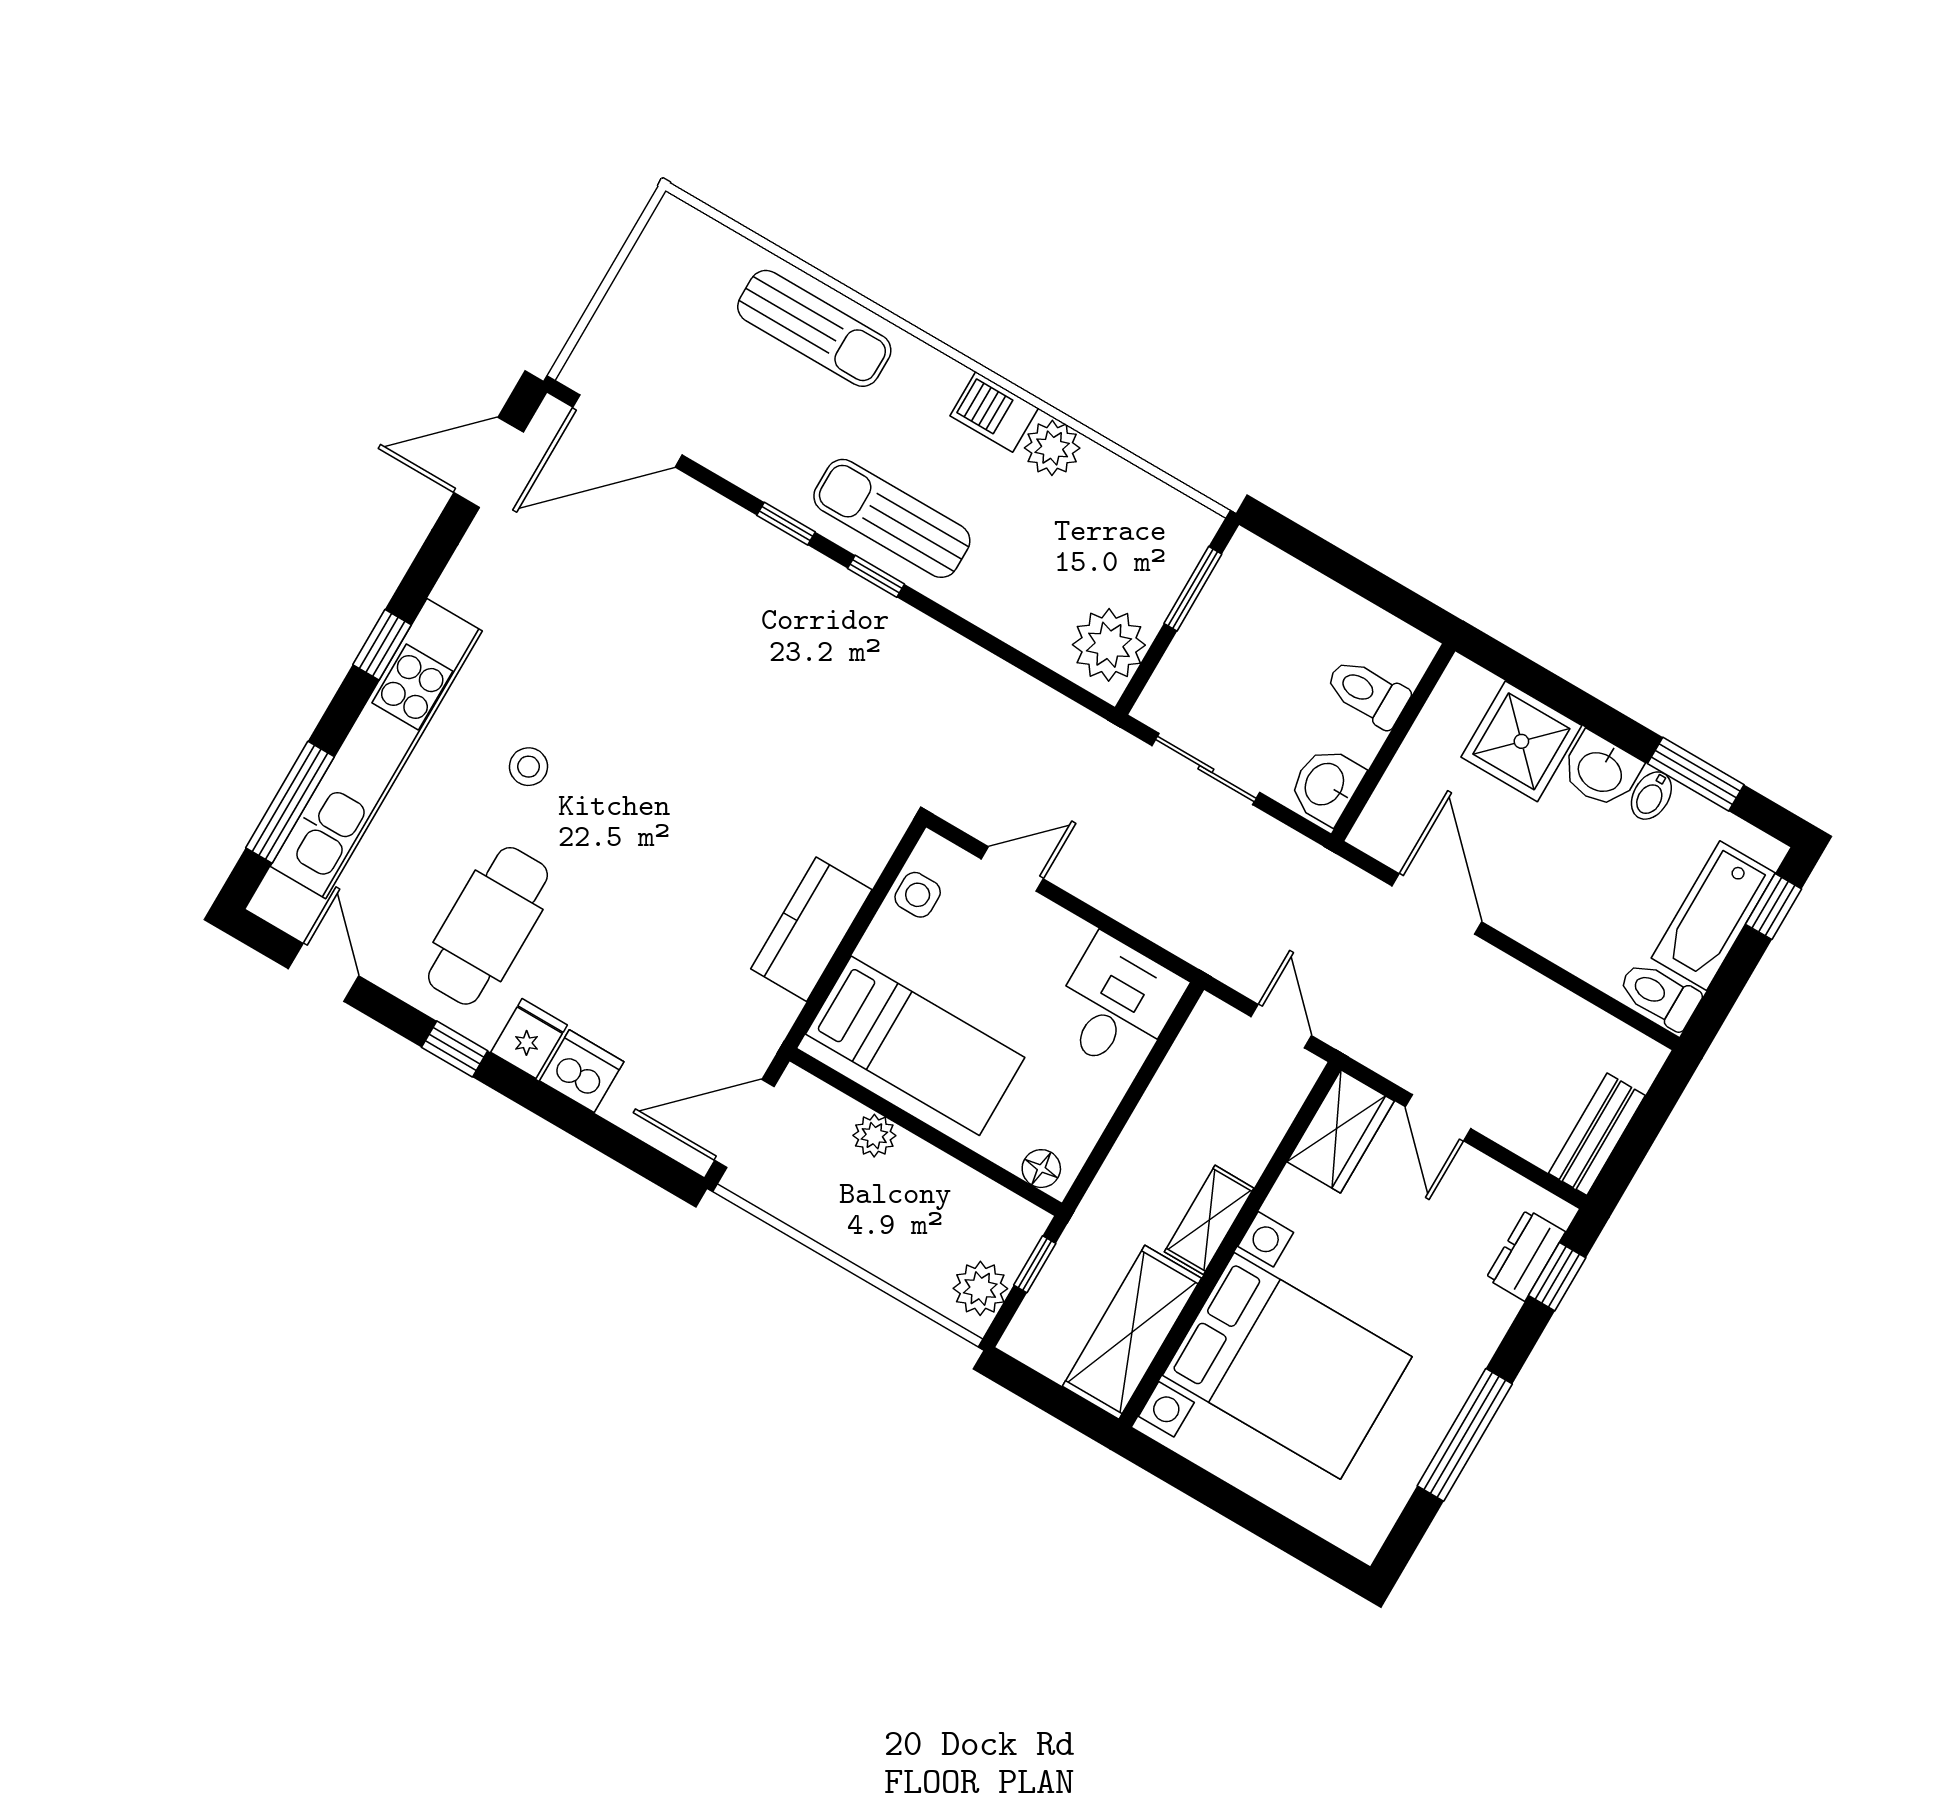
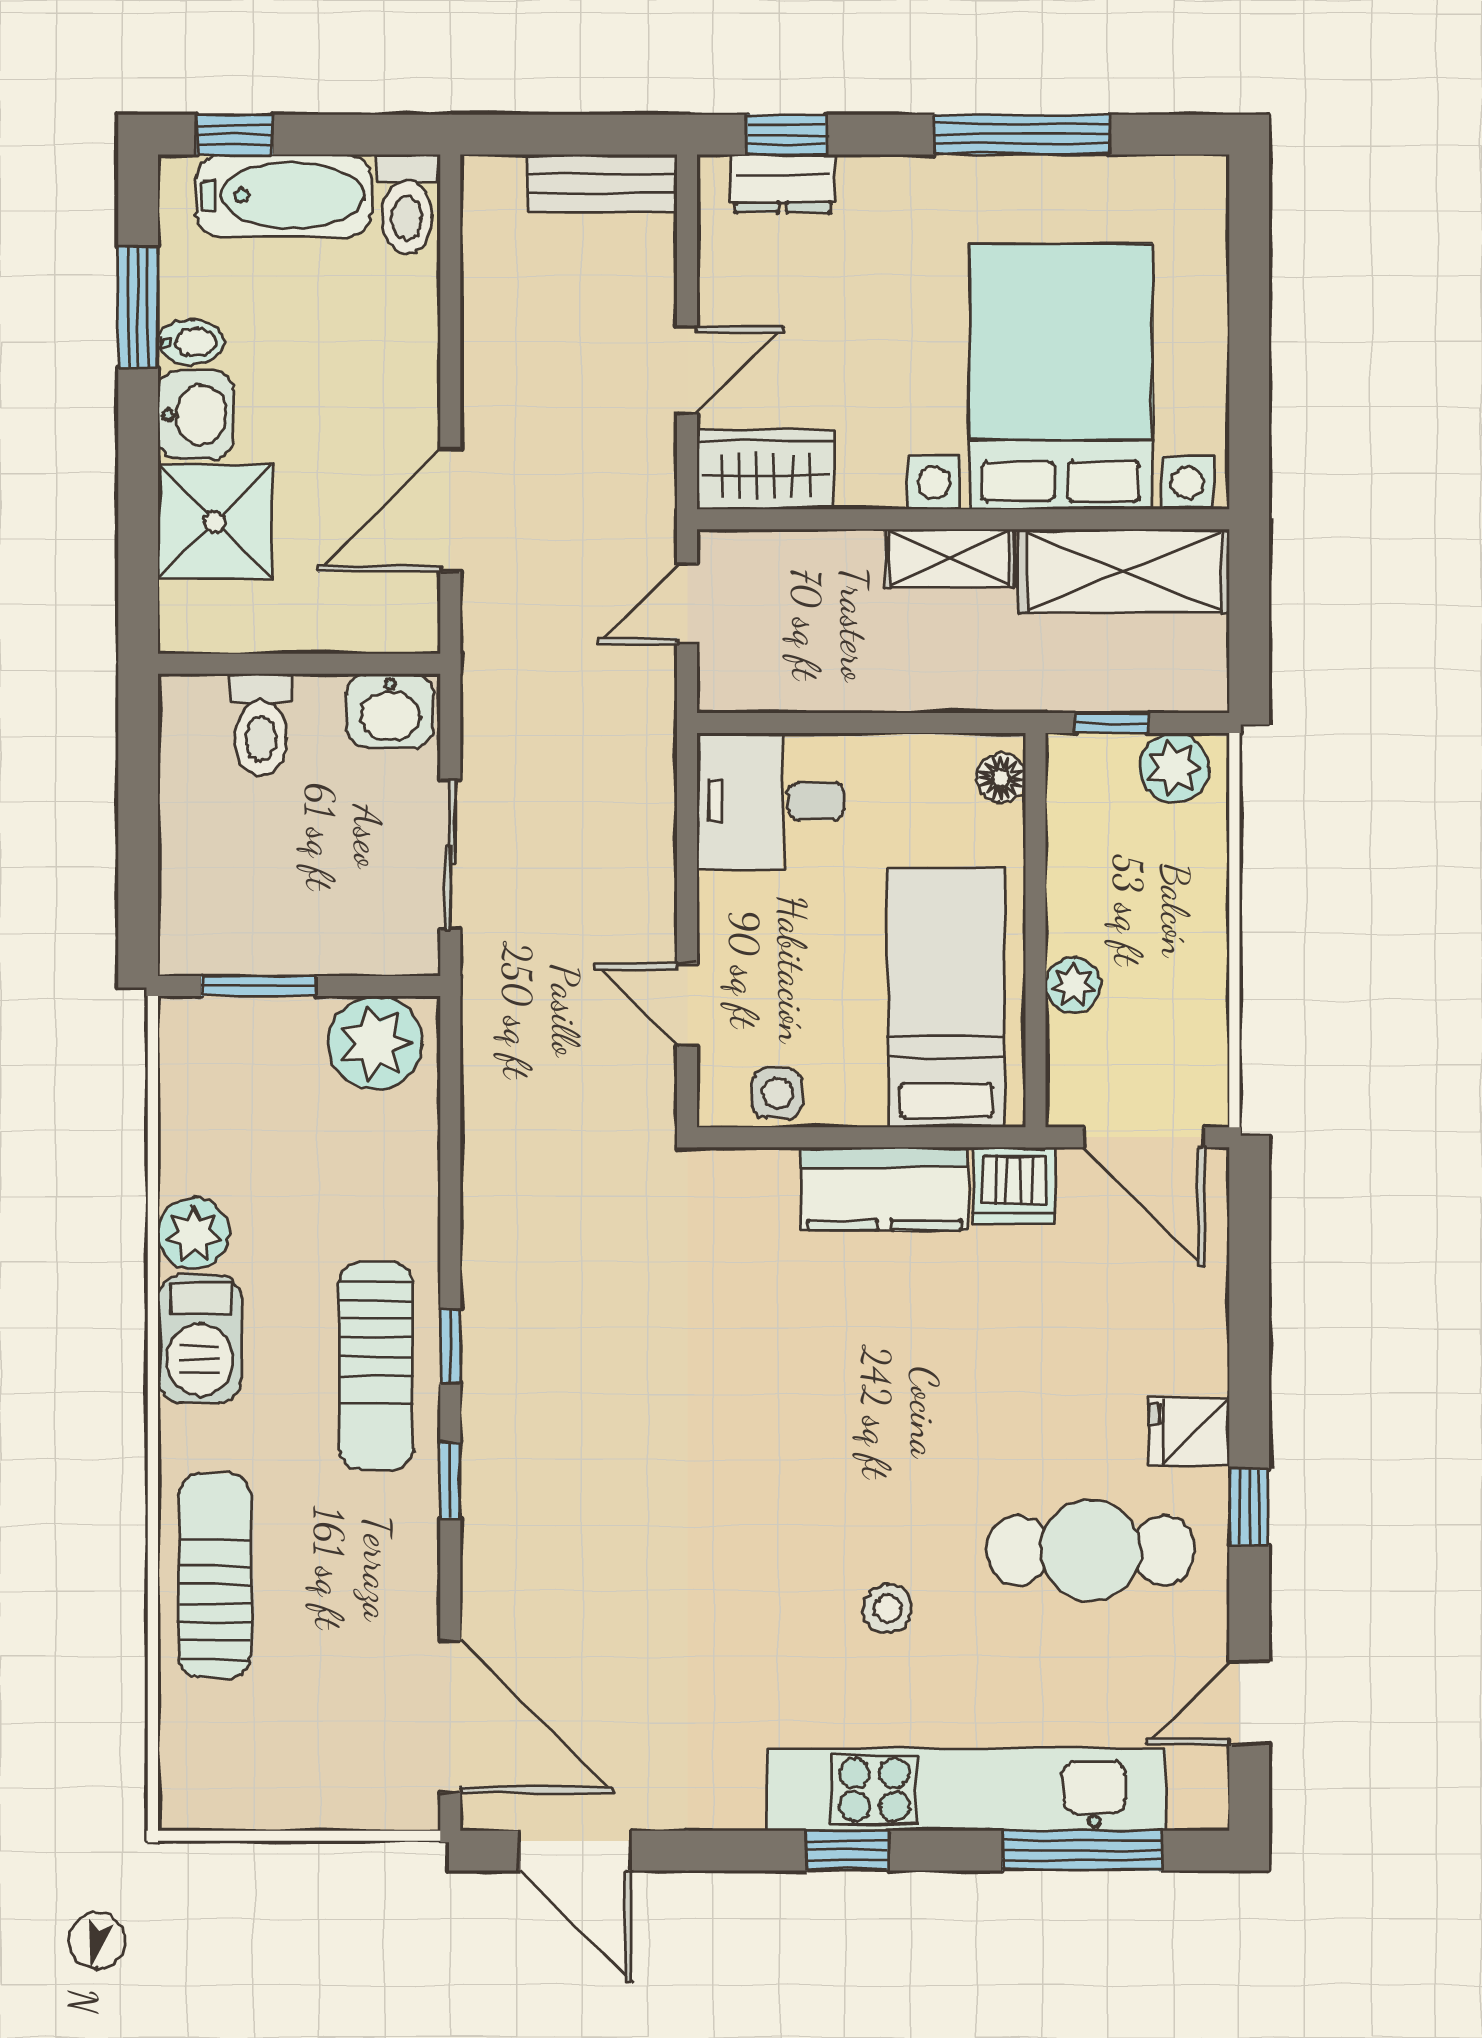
barbecue: (994, 412) -> (200, 1339), width x1.38, depth x1.27
dishwasher: (582, 1071) -> (1014, 1185), moved, turned -90

